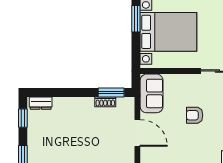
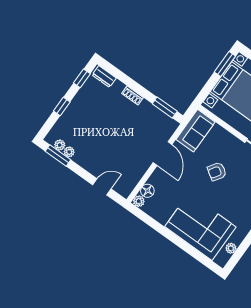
shoe rack: (105, 102) -> (132, 95), moved
armchair: (195, 115) -> (217, 172), turned -57

